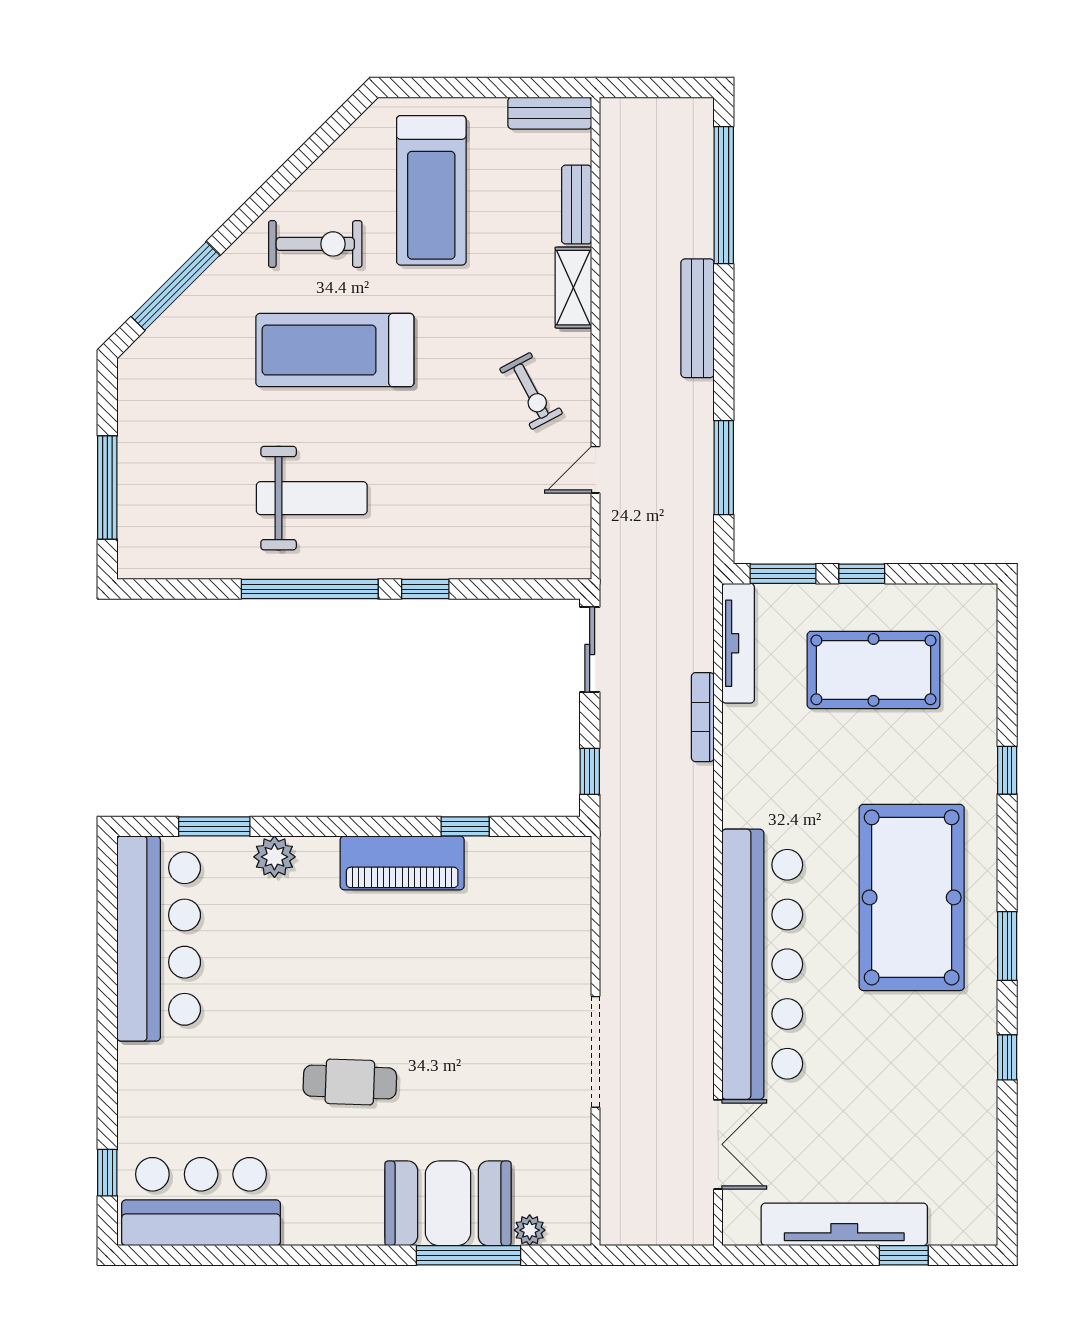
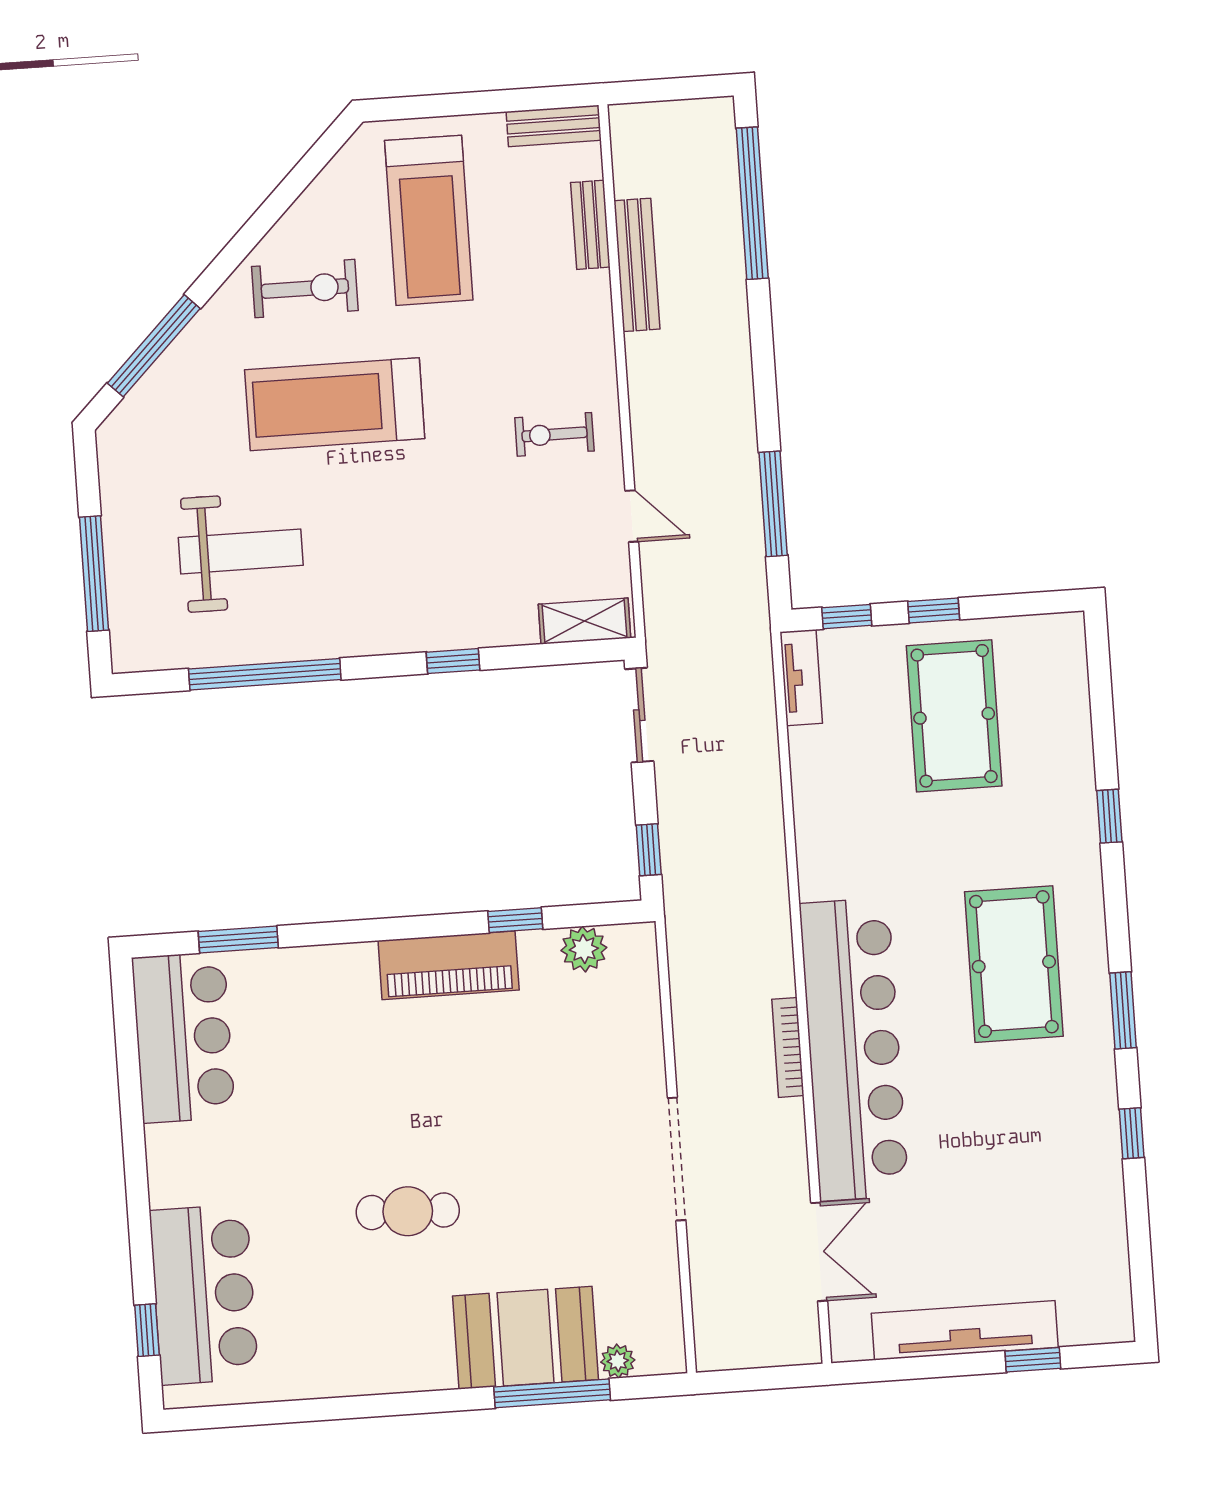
shelving: (573, 288) -> (585, 621), moved, turned 90
bench: (698, 318) -> (637, 265), moved
exercise bike: (531, 391) -> (554, 434), turned 118
door: (595, 470) -> (632, 516), swing flipped
weight bench: (312, 498) -> (241, 551), moved
window: (783, 574) -> (847, 617), width x0.67
window: (310, 589) -> (265, 674), moved
tv unit: (738, 643) -> (801, 678), width x0.71
pool table: (873, 670) -> (954, 716), turned 90
bookcase: (703, 717) -> (788, 1047), moved
plant: (274, 857) -> (584, 949), moved
pool table: (912, 897) -> (1014, 964), width x0.73, depth x0.76
bar counter: (159, 939) -> (183, 1037), width x0.73
bar counter: (201, 1202) -> (204, 1295), moved, turned 90

